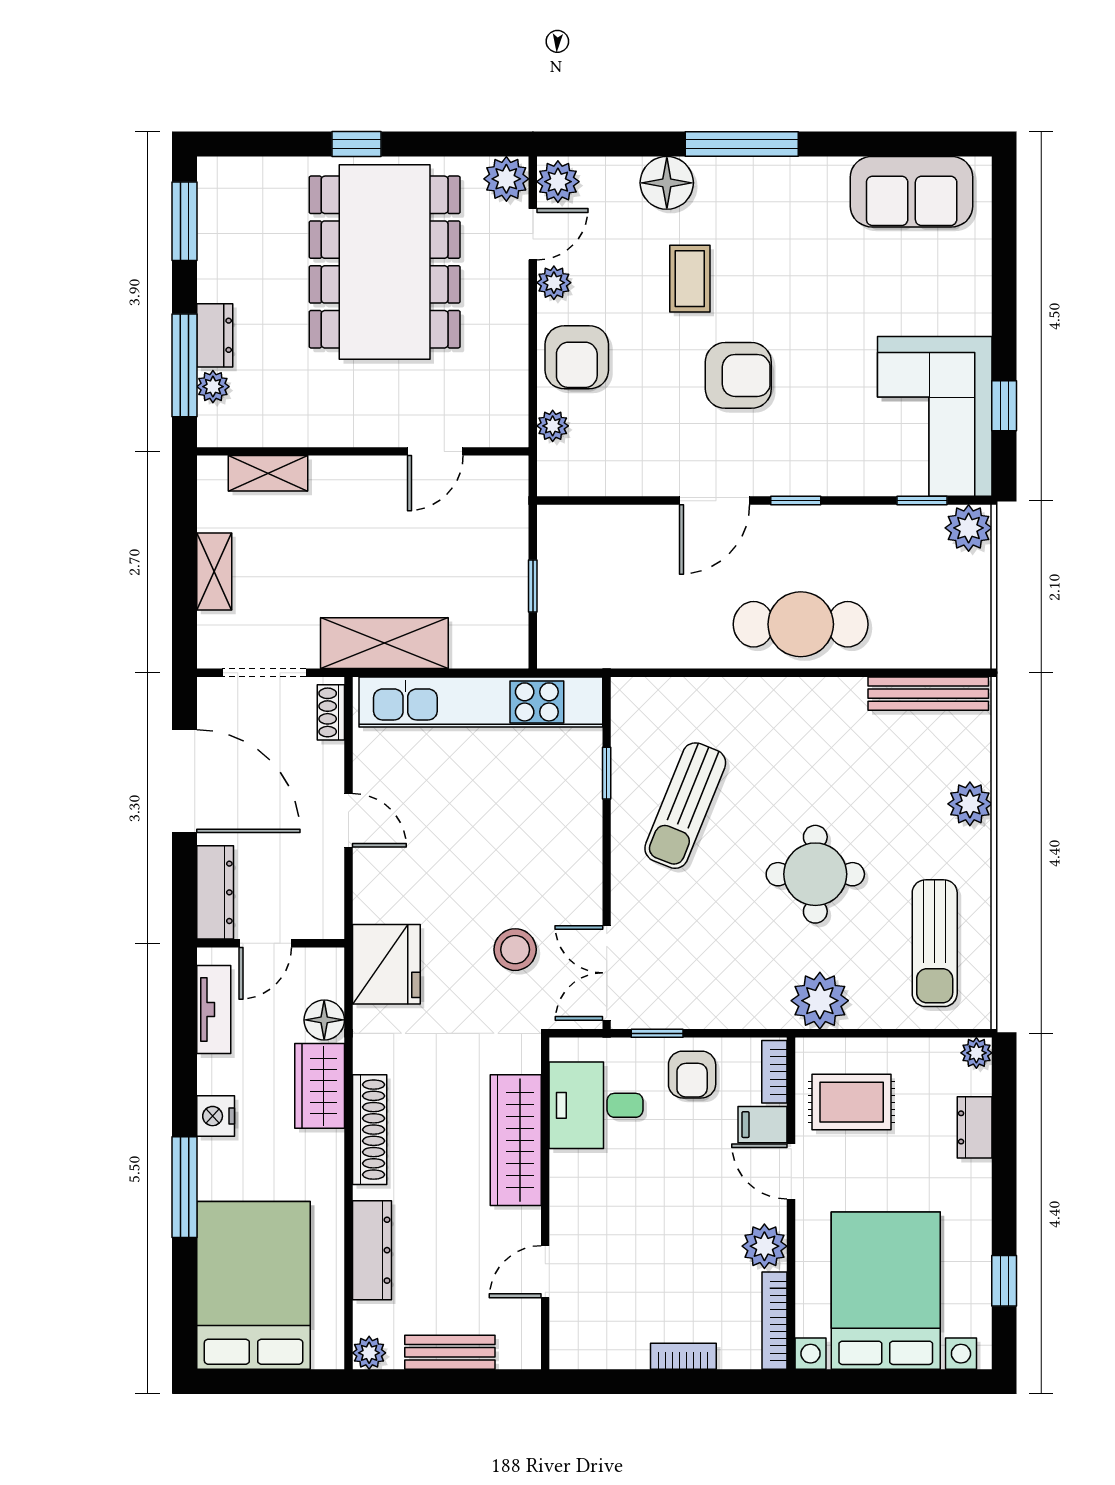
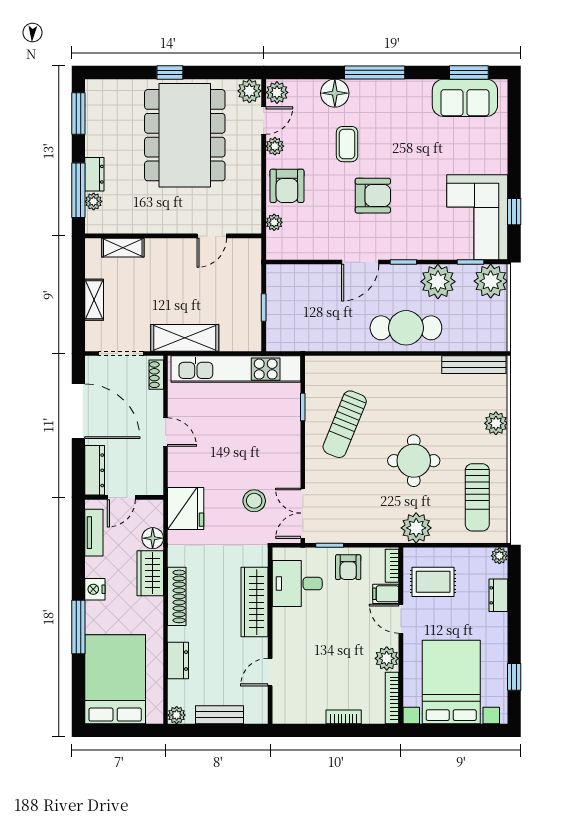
window: (919, 144) -> (469, 72), added
plant: (969, 528) -> (491, 281), width x1.36, depth x1.36
plant: (861, 537) -> (438, 282), added
dresser: (372, 1250) -> (178, 661), width x0.70

